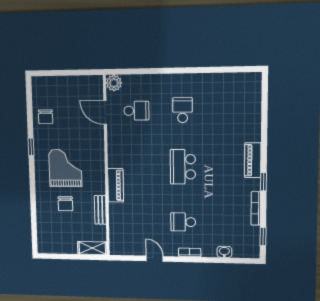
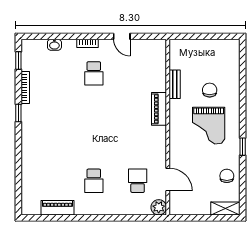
school desk: (136, 111) -> (138, 181), turned 90
piano: (253, 160) -> (57, 208), moved, turned -90
school desk: (183, 167) -> (94, 127), removed
school desk: (183, 222) -> (94, 73), turned 90
shelving: (92, 248) -> (225, 209), moved

